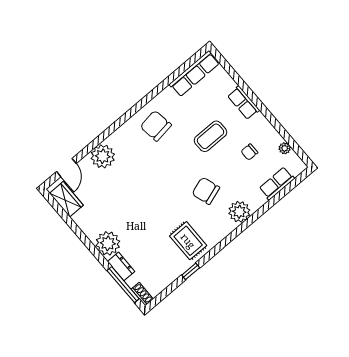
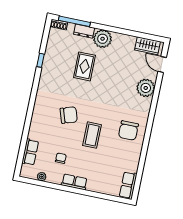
row of seats: (194, 74) -> (128, 185), width x0.68
row of seats: (243, 103) -> (74, 182), moved
chair: (156, 126) -> (128, 130), turned 98
coffee table: (211, 136) -> (92, 135), moved
plant: (239, 212) -> (39, 118), removed
rug: (188, 241) -> (84, 66), moved, turned 90

